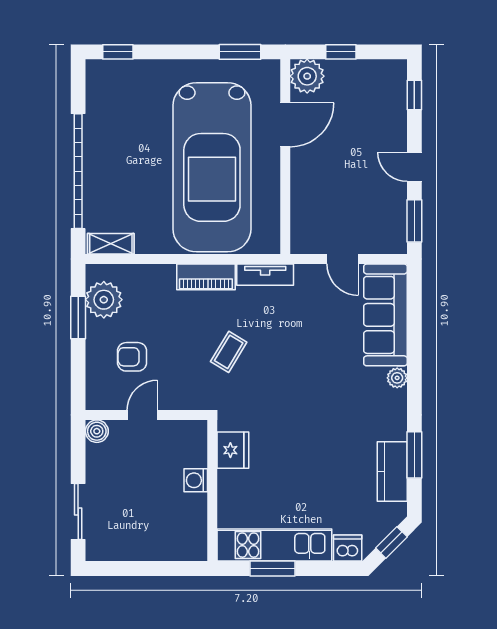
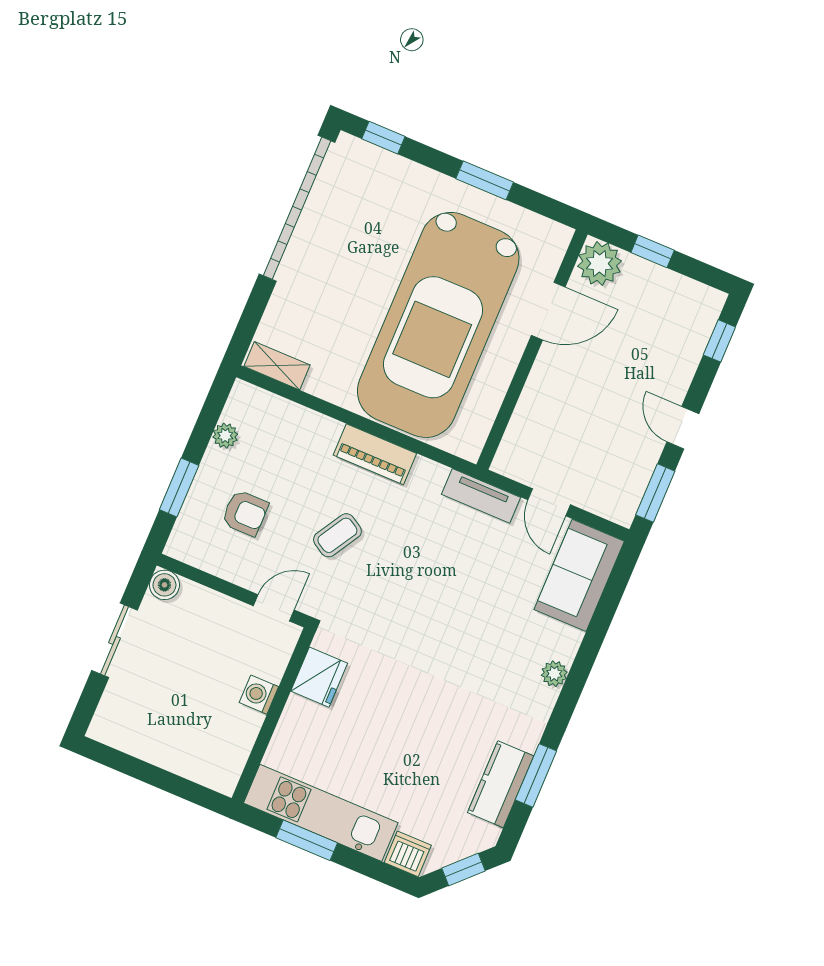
window: (240, 52) -> (485, 180), moved
garage door: (78, 171) -> (297, 208), moved
tv unit: (265, 275) -> (481, 496), moved
plant: (104, 300) -> (225, 436), width x0.53, depth x0.53
sofa: (385, 315) -> (579, 575), width x0.73
window: (78, 317) -> (179, 487), moved
coffee table: (229, 352) -> (337, 535), moved
armchair: (132, 357) -> (245, 513), turned 180
door: (142, 415) -> (274, 608), moved
sliding door: (78, 511) -> (115, 640), moved

